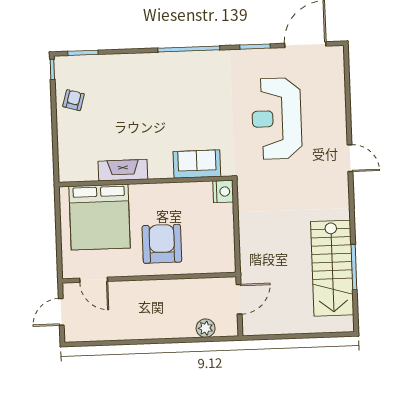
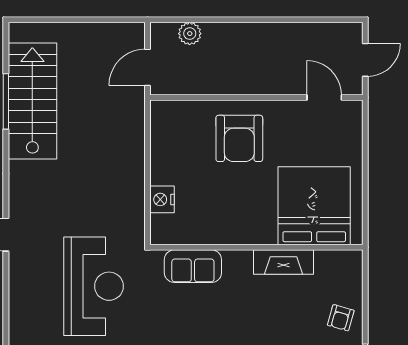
sofa: (197, 164) -> (193, 266), moved
fireplace: (123, 170) -> (284, 262), moved
wall: (146, 181) -> (256, 247), moved
bed: (100, 217) -> (314, 206), moved

